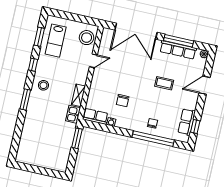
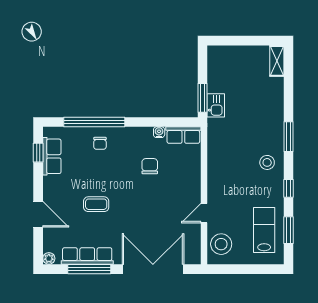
door: (205, 85) -> (38, 214), hinge flipped
shelving: (78, 95) -> (277, 61), moved
kitchen sink: (73, 114) -> (216, 105), moved

